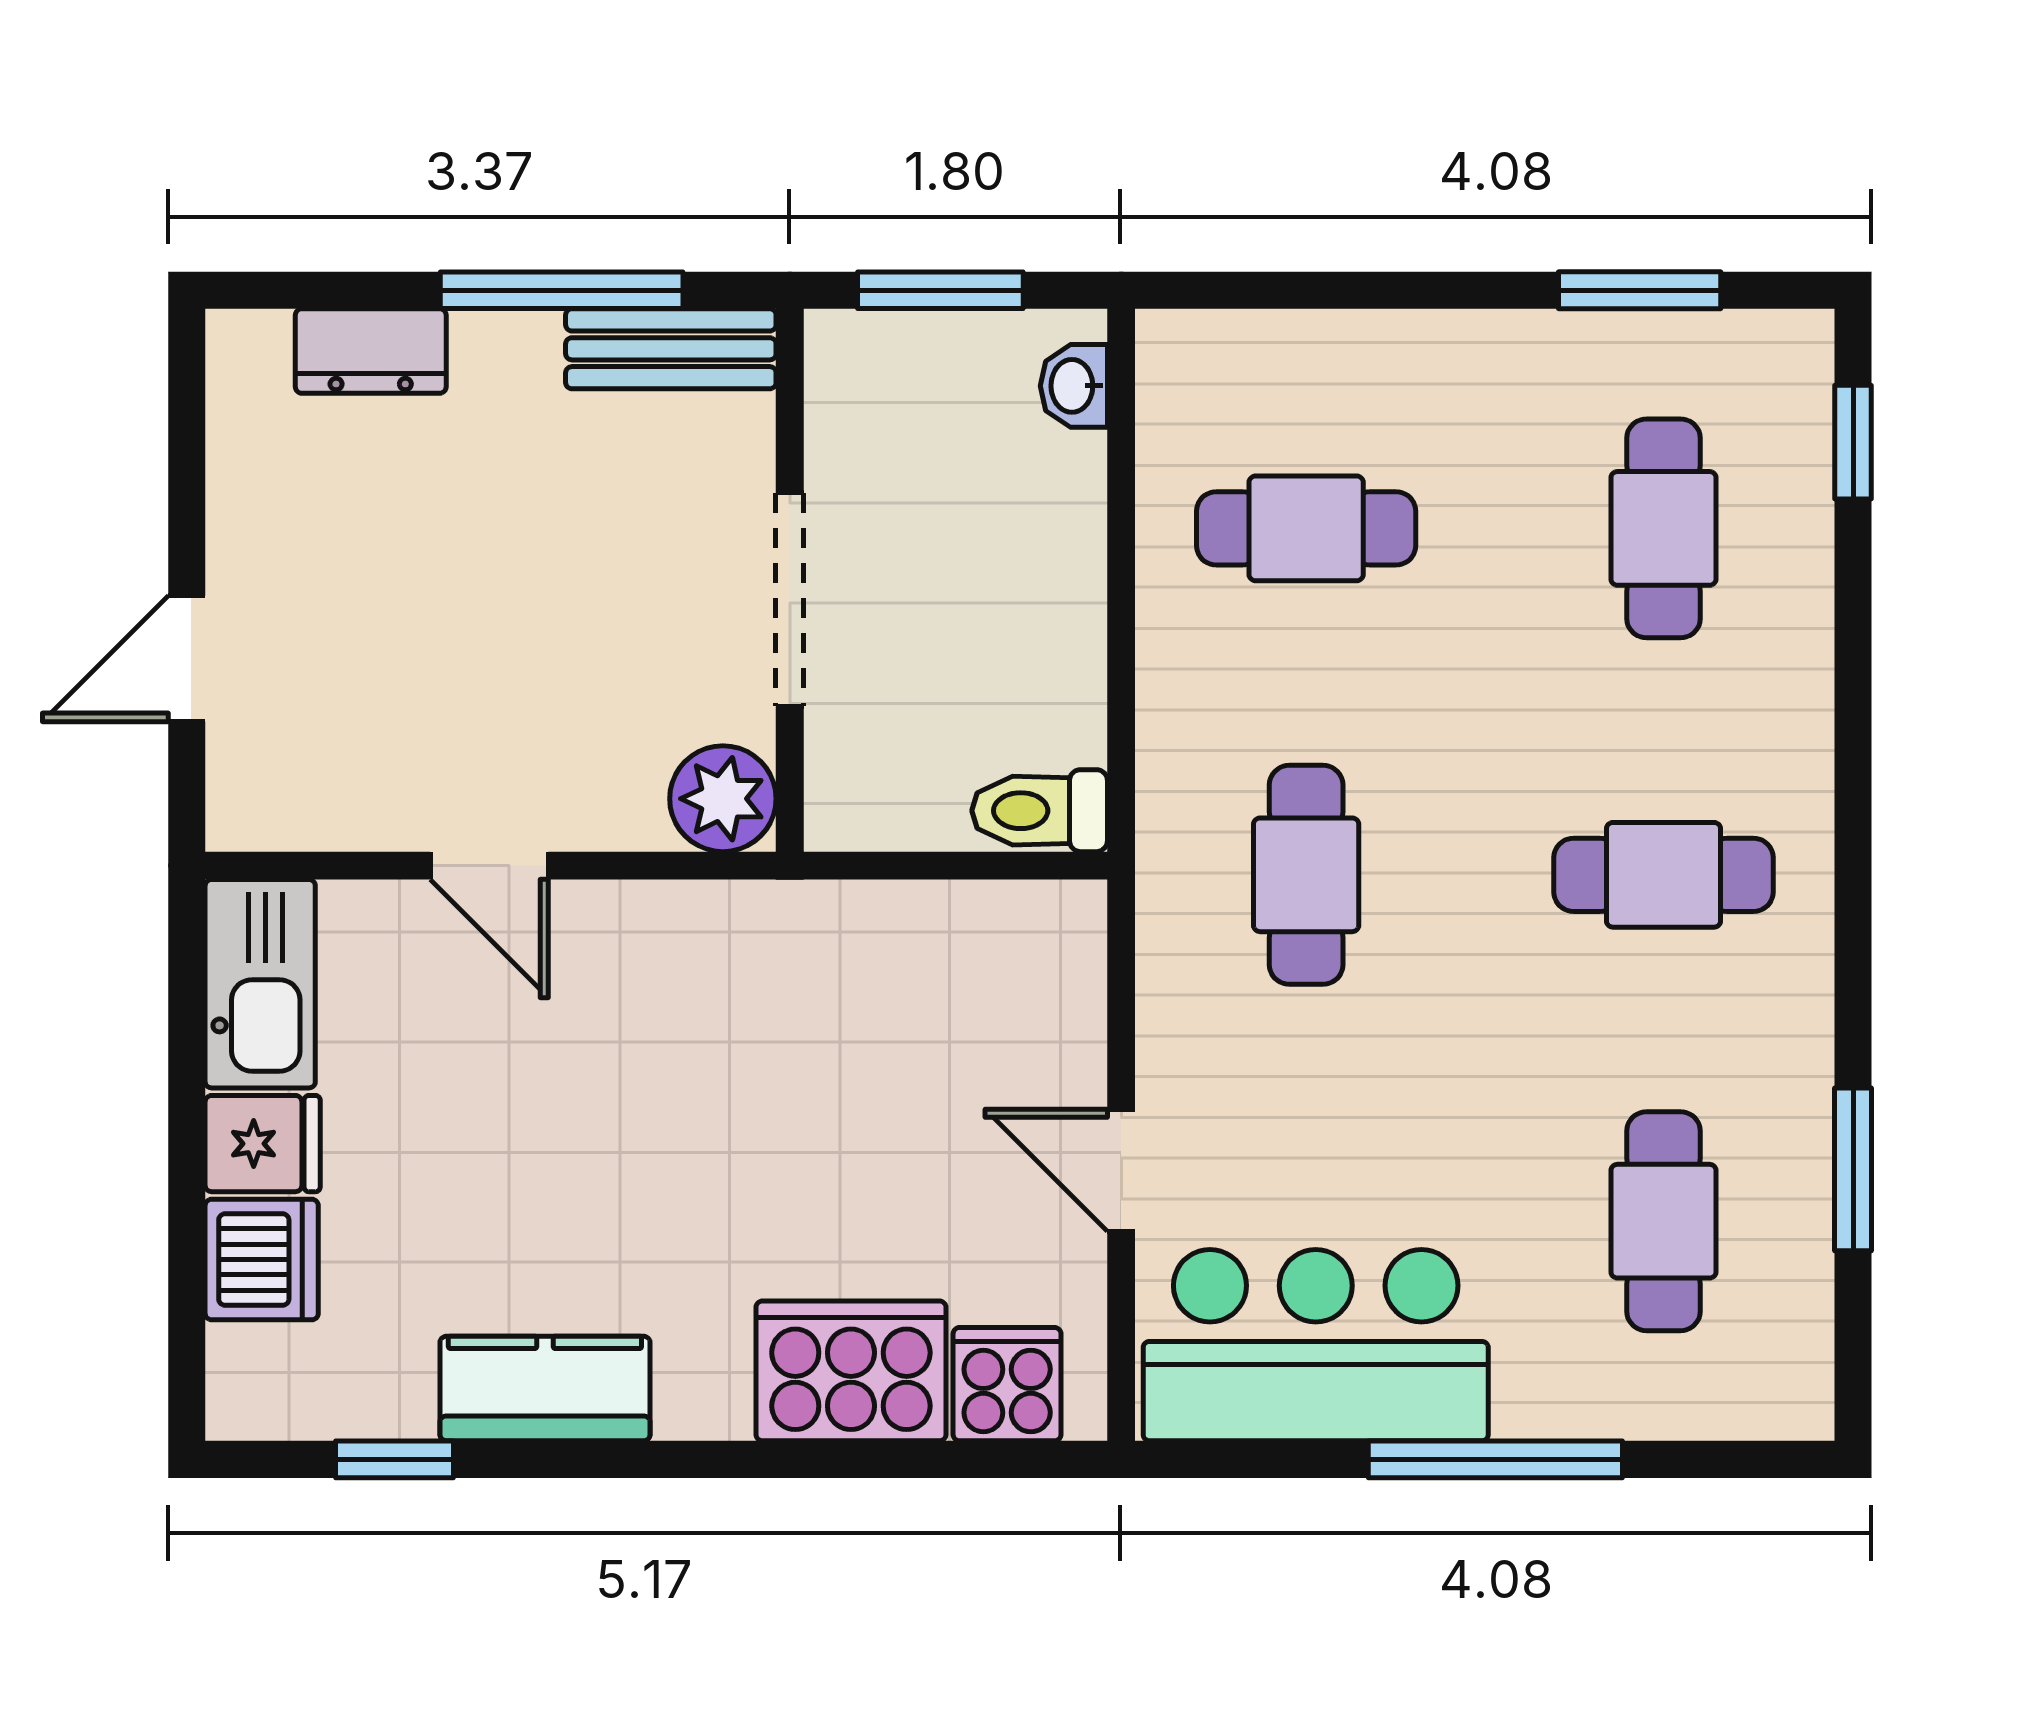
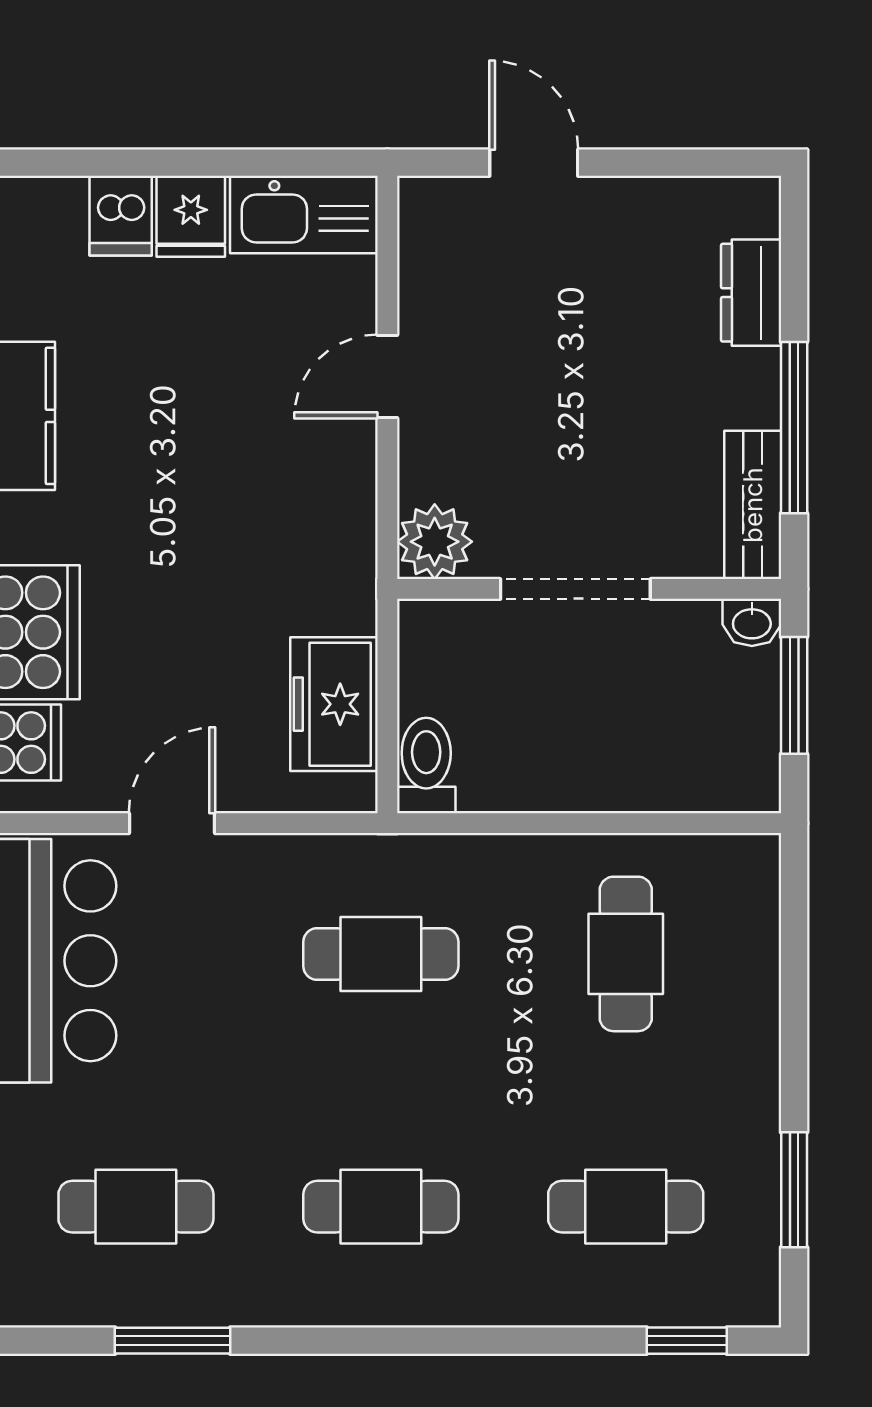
washbasin: (1074, 386) -> (752, 622), moved, turned 180
cafe table: (1663, 875) -> (381, 1207), turned 90
freezer: (953, 941) -> (334, 704), added
dishwasher: (262, 1260) -> (121, 216), width x0.73

